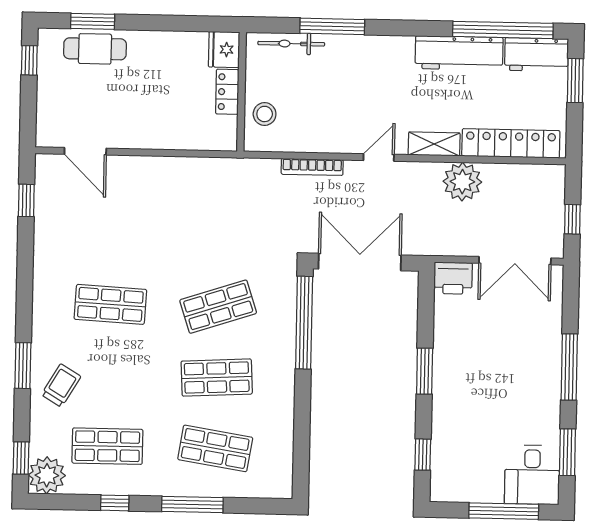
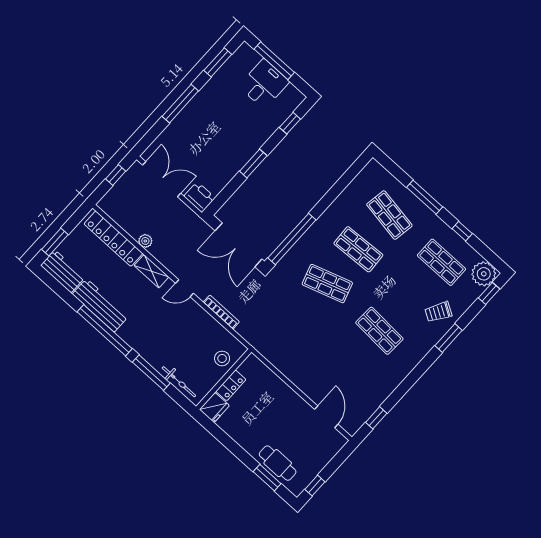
window: (503, 30) -> (105, 330), moved
plant: (462, 182) -> (145, 241), width x0.53, depth x0.53
desk: (532, 475) -> (264, 84), moved

